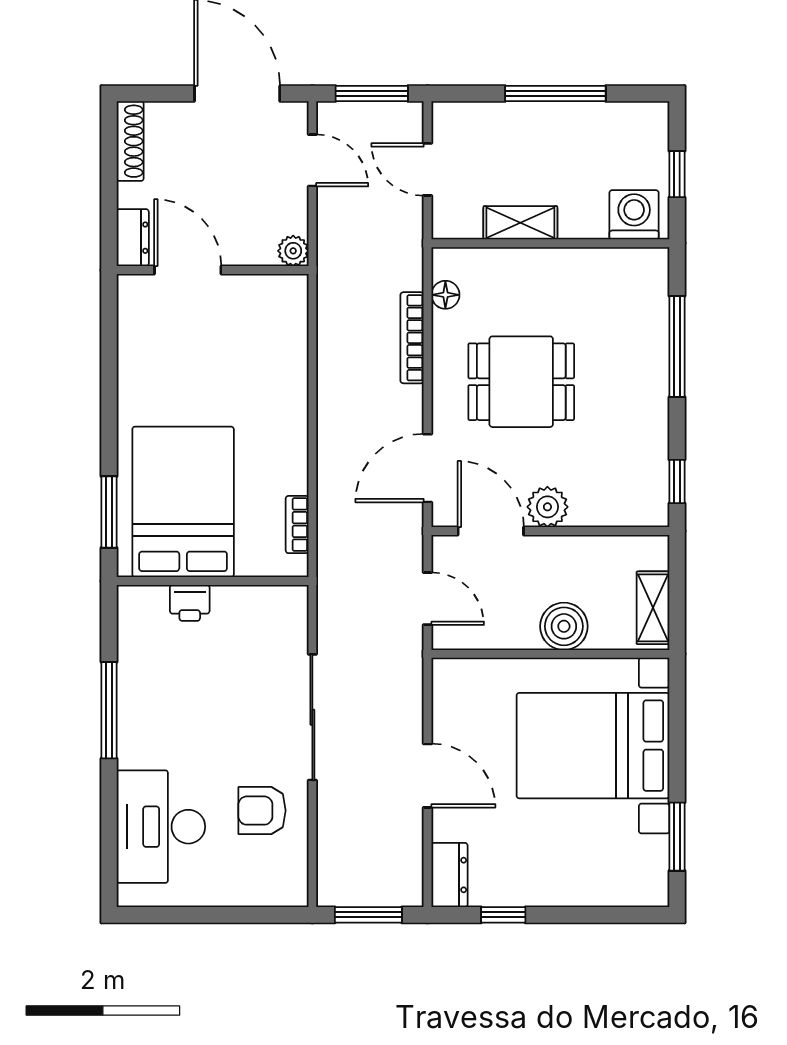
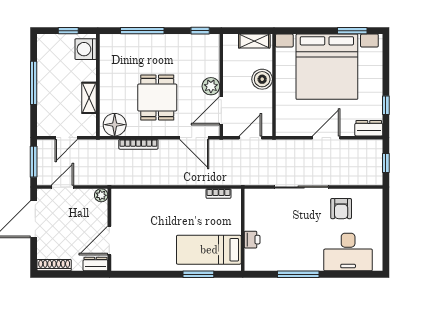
floor lamp: (445, 295) -> (115, 125), width x1.89, depth x1.89
bed: (183, 502) -> (209, 250), width x0.67
window: (109, 512) -> (198, 274), moved
bed with nightstands: (593, 746) -> (327, 67), width x1.36
window: (368, 915) -> (386, 163), width x0.67

